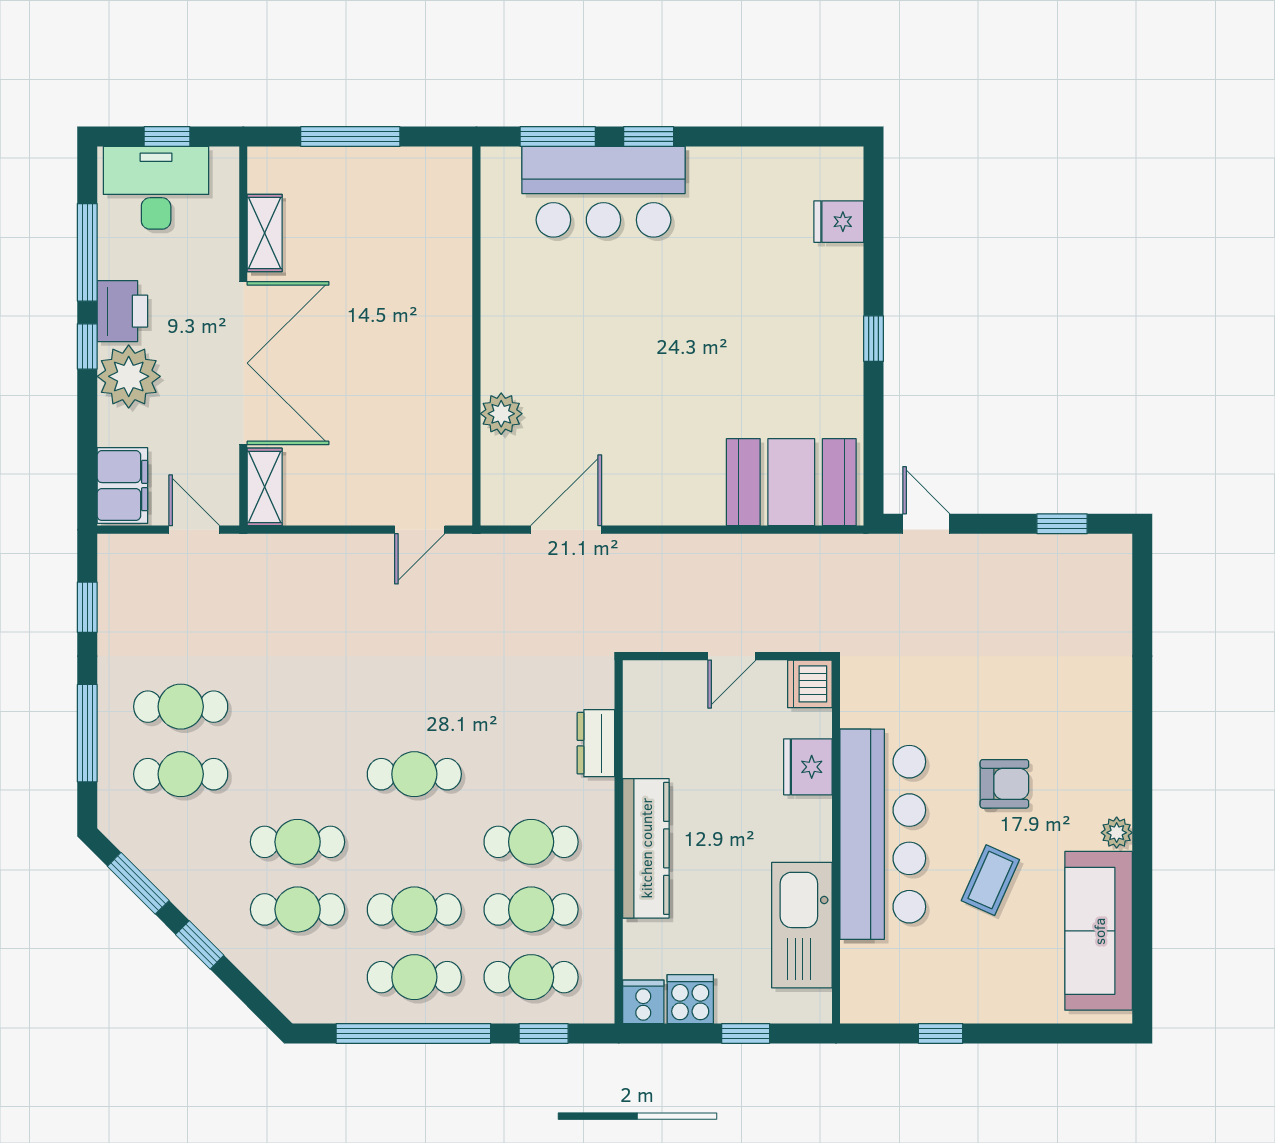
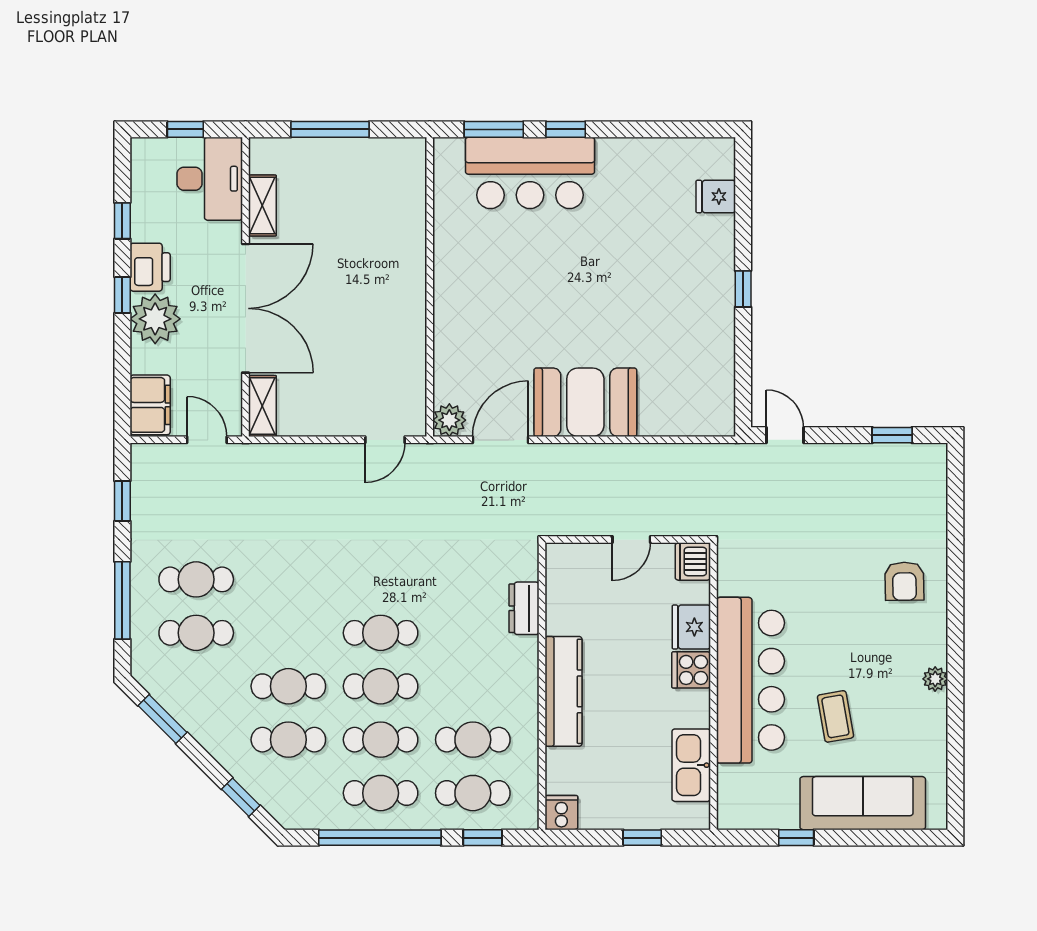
desk: (156, 188) -> (210, 179), moved, turned 90
window: (87, 252) -> (122, 221), width x0.46
plant: (501, 414) -> (449, 420), moved
booth: (791, 482) -> (585, 402), moved
armchair: (1004, 784) -> (904, 581), moved, turned 89
cafe table: (531, 842) -> (381, 686), moved
coffee table: (990, 880) -> (835, 716), turned -34
kitchen sink: (802, 925) -> (691, 765), width x0.73, depth x0.81
sofa: (1099, 931) -> (863, 803), moved, turned 90
window: (200, 945) -> (241, 797), moved
cooker: (690, 999) -> (691, 670), moved, turned -90

